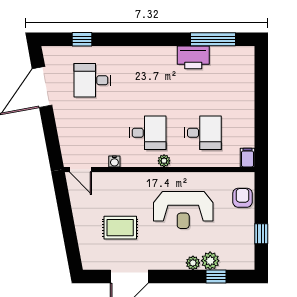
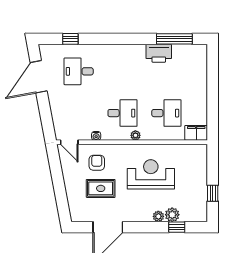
filing cabinet: (247, 158) -> (196, 133), width x2.00
armchair: (242, 198) -> (97, 163), moved
reception desk: (183, 210) -> (151, 174), turned 180

